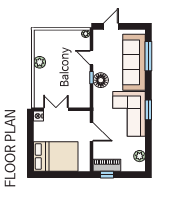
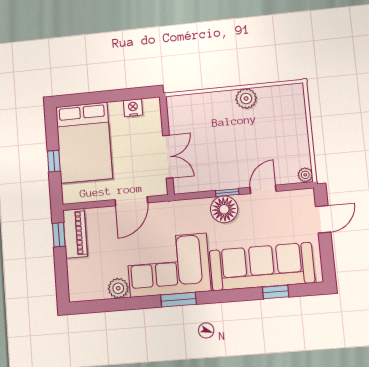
door: (111, 26) -> (323, 219), hinge flipped
window: (148, 56) -> (276, 292), width x0.46
double door: (56, 109) -> (168, 157), moved
nightstand: (38, 116) -> (133, 108), moved
plant: (140, 156) -> (118, 288), moved
window: (65, 175) -> (54, 161), added

